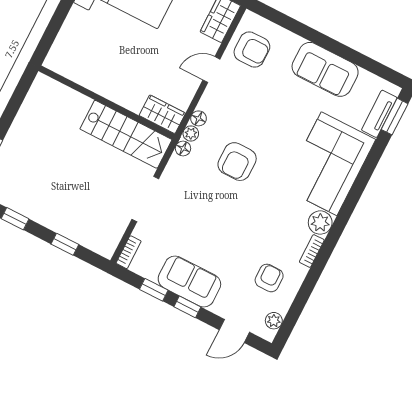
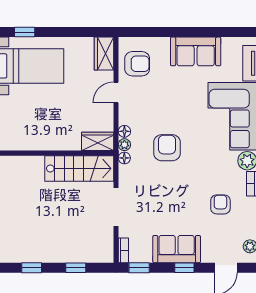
armchair: (237, 162) -> (167, 148), turned 180
armchair: (269, 278) -> (220, 204), moved
window: (154, 290) -> (139, 268), moved

